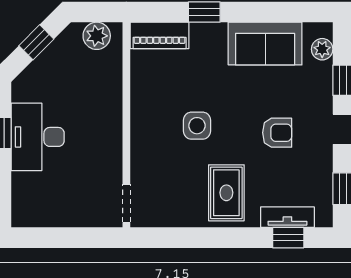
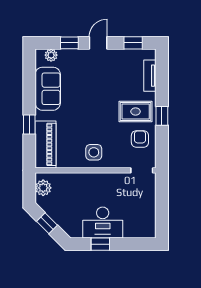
piano: (160, 35) -> (45, 144), width x1.37, depth x1.33
side table: (197, 126) -> (94, 152), moved
armchair: (277, 133) -> (140, 139), moved
window: (288, 238) -> (162, 116), moved

